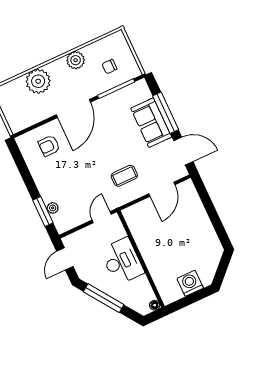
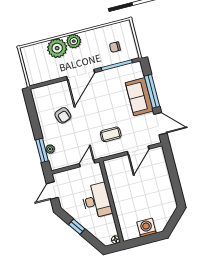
plant: (76, 60) -> (74, 41), moved
armchair: (49, 146) -> (63, 115), moved, turned -109
window: (104, 298) -> (77, 227), width x0.46

